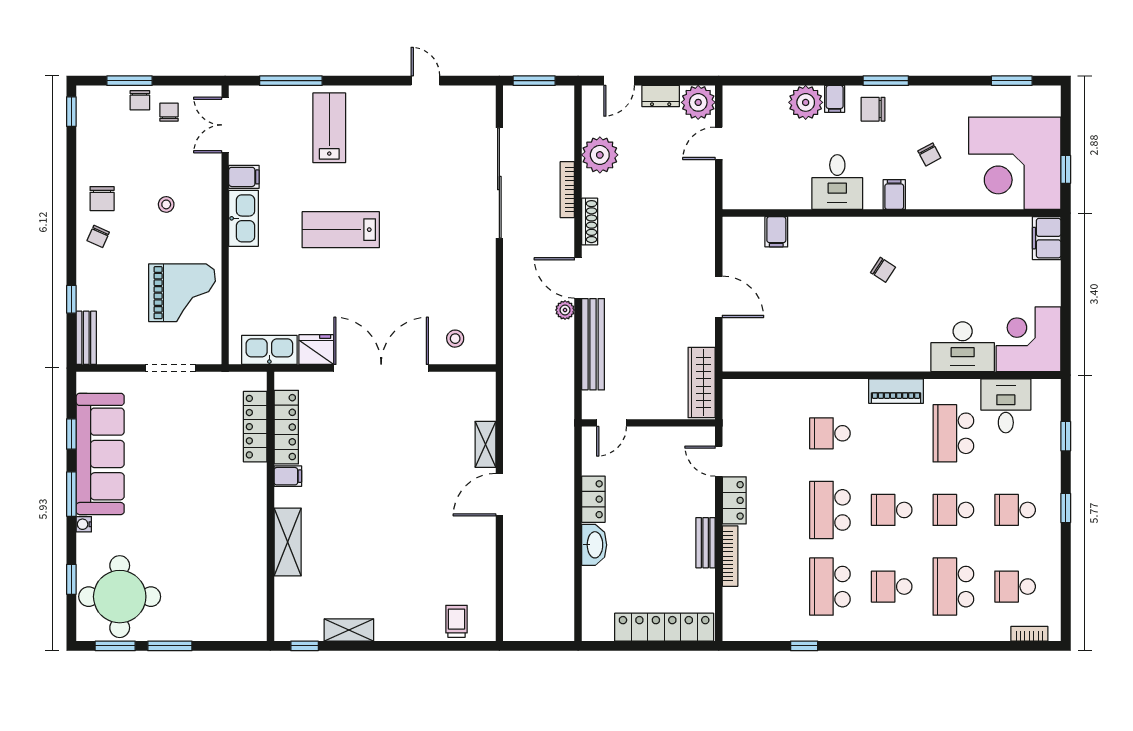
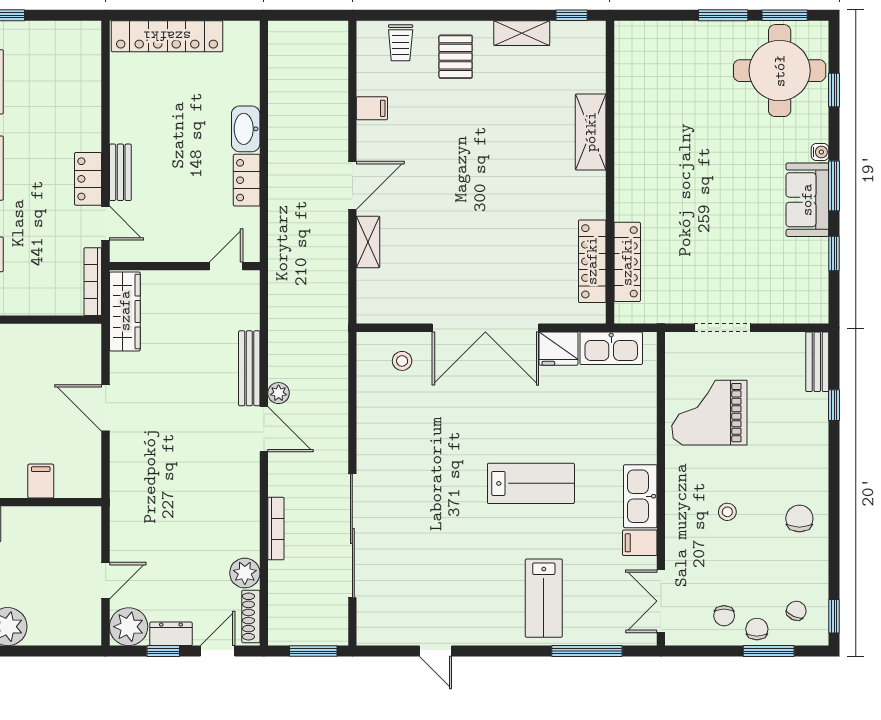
window: (667, 81) -> (163, 651), added
double door: (225, 125) -> (661, 601), swing flipped
plant: (600, 155) -> (245, 573), width x0.73, depth x0.73
shoe rack: (590, 222) -> (251, 616), moved
chair: (98, 236) -> (796, 611), moved
bench: (593, 344) -> (249, 368), width x0.73, depth x0.82
sofa: (100, 454) -> (807, 200), width x0.54, depth x0.79
filing cabinet: (288, 476) -> (372, 108), moved, turned 180
bench: (706, 543) -> (120, 172), moved
bookcase: (730, 556) -> (93, 282), moved
pallet: (408, 609) -> (456, 57), added

